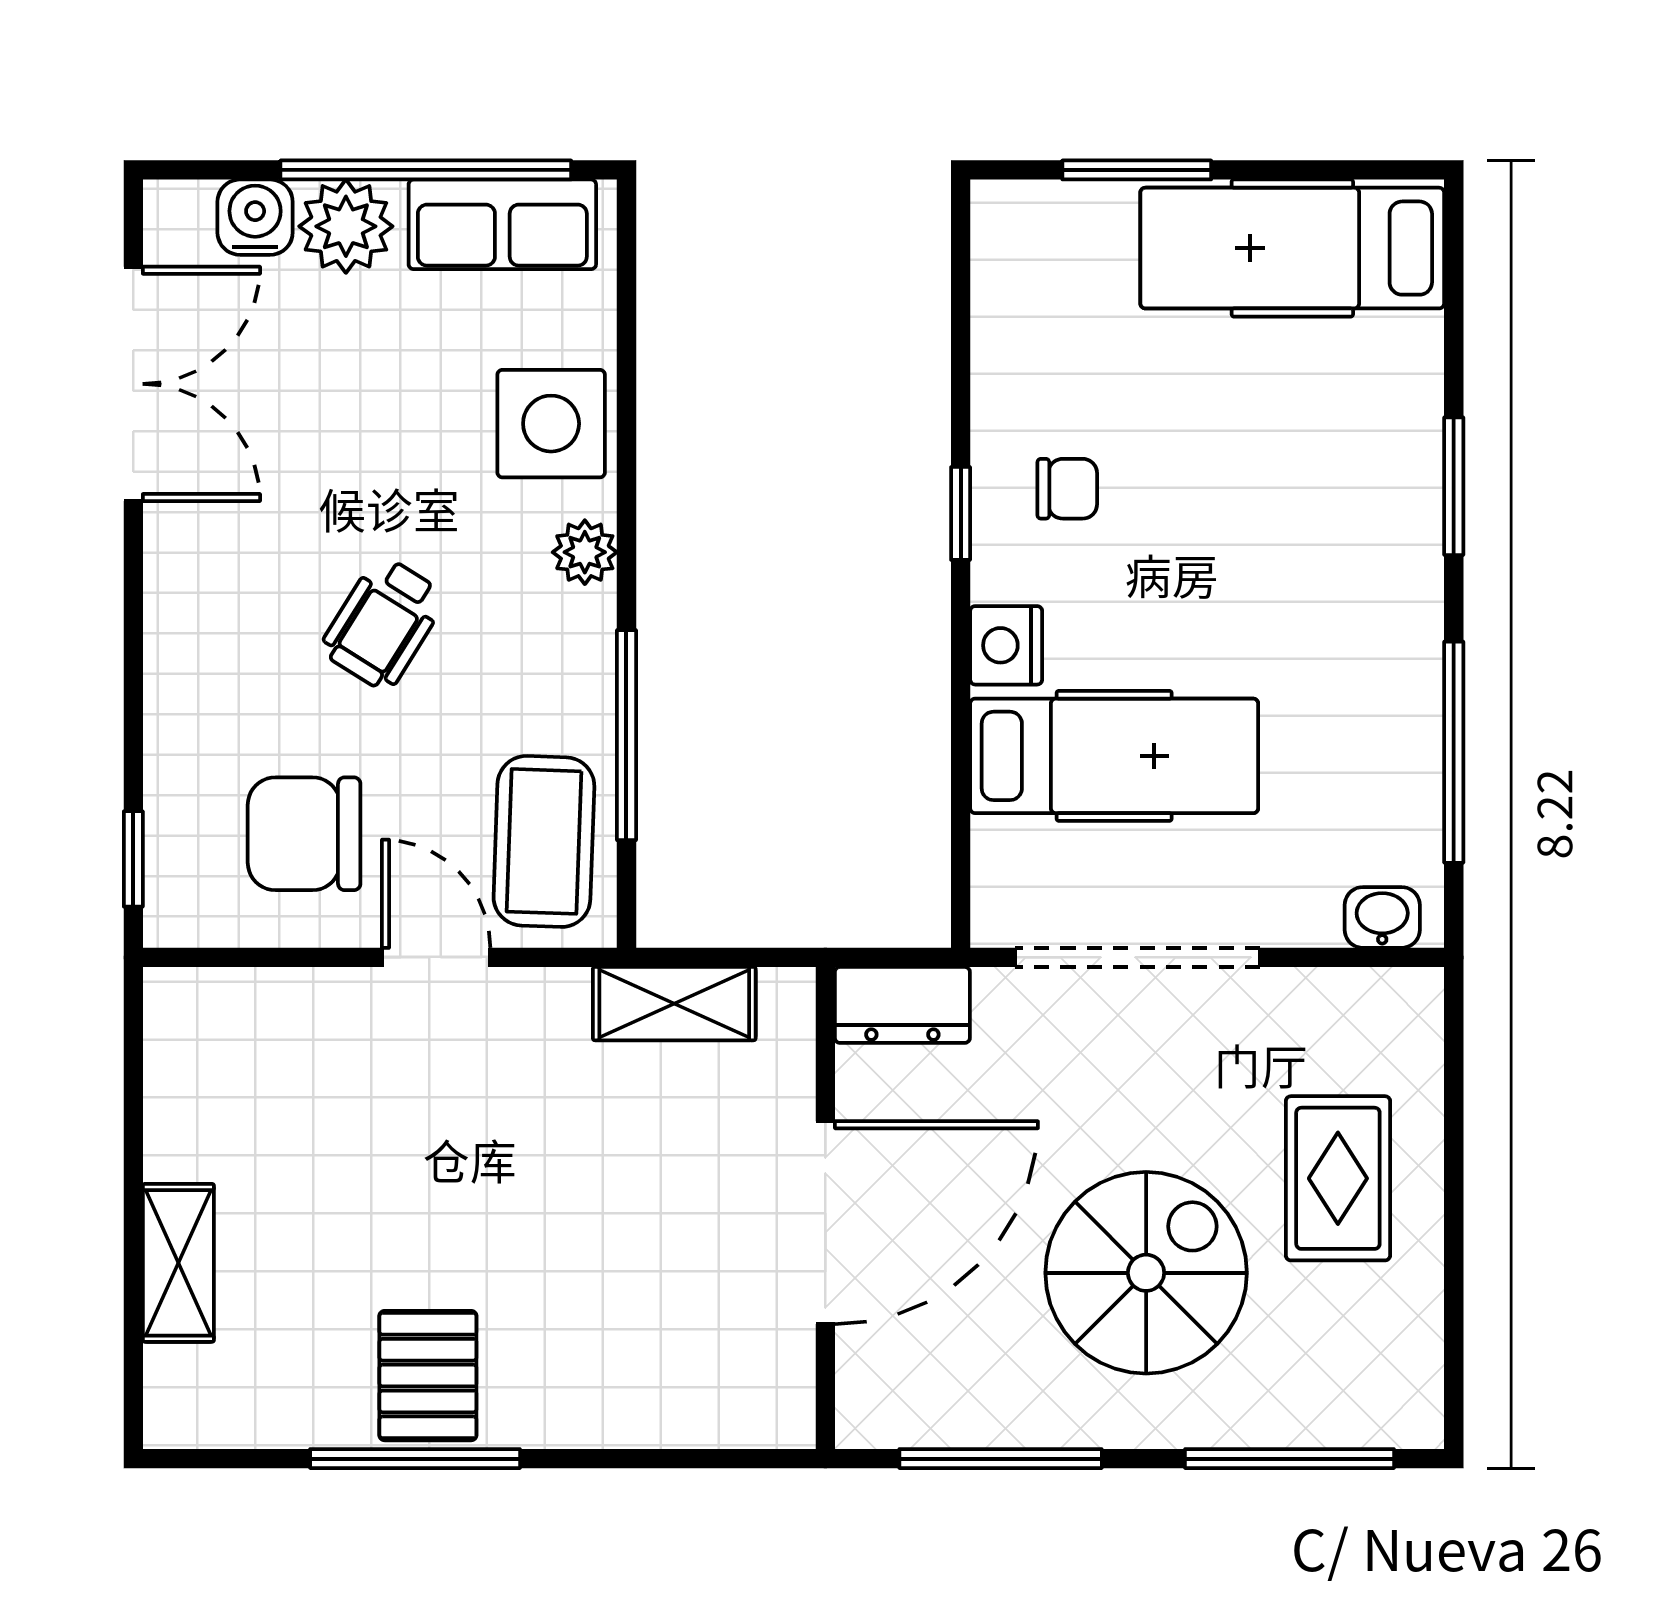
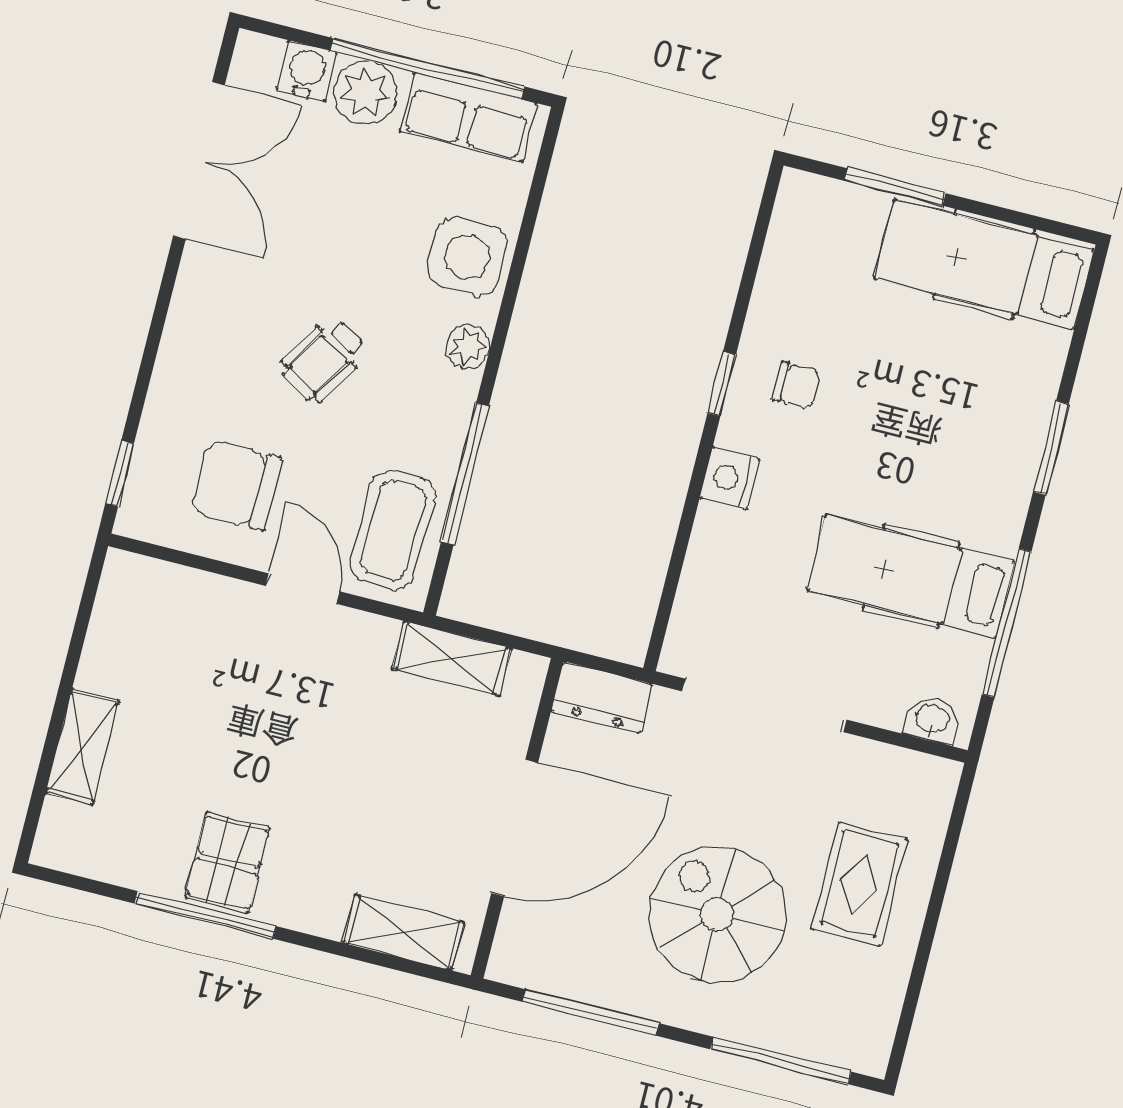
hospital bed: (1114, 756) -> (911, 576), moved, turned 180
spiral stairs: (1146, 1273) -> (717, 914), turned -90
shelving: (704, 1412) -> (403, 932), added

